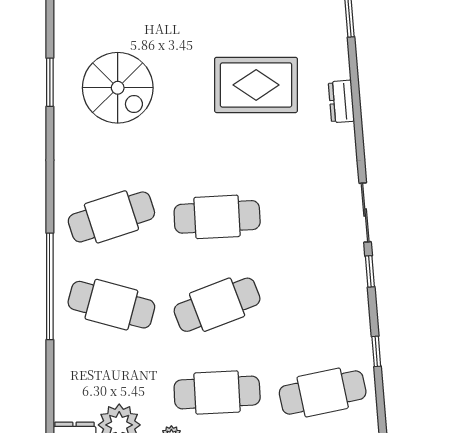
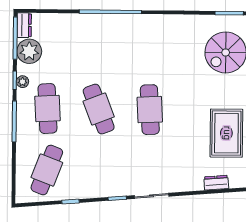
cafe table: (111, 217) -> (150, 48), removed
cafe table: (111, 305) -> (99, 48), removed
cafe table: (323, 392) -> (47, 170), turned 33

